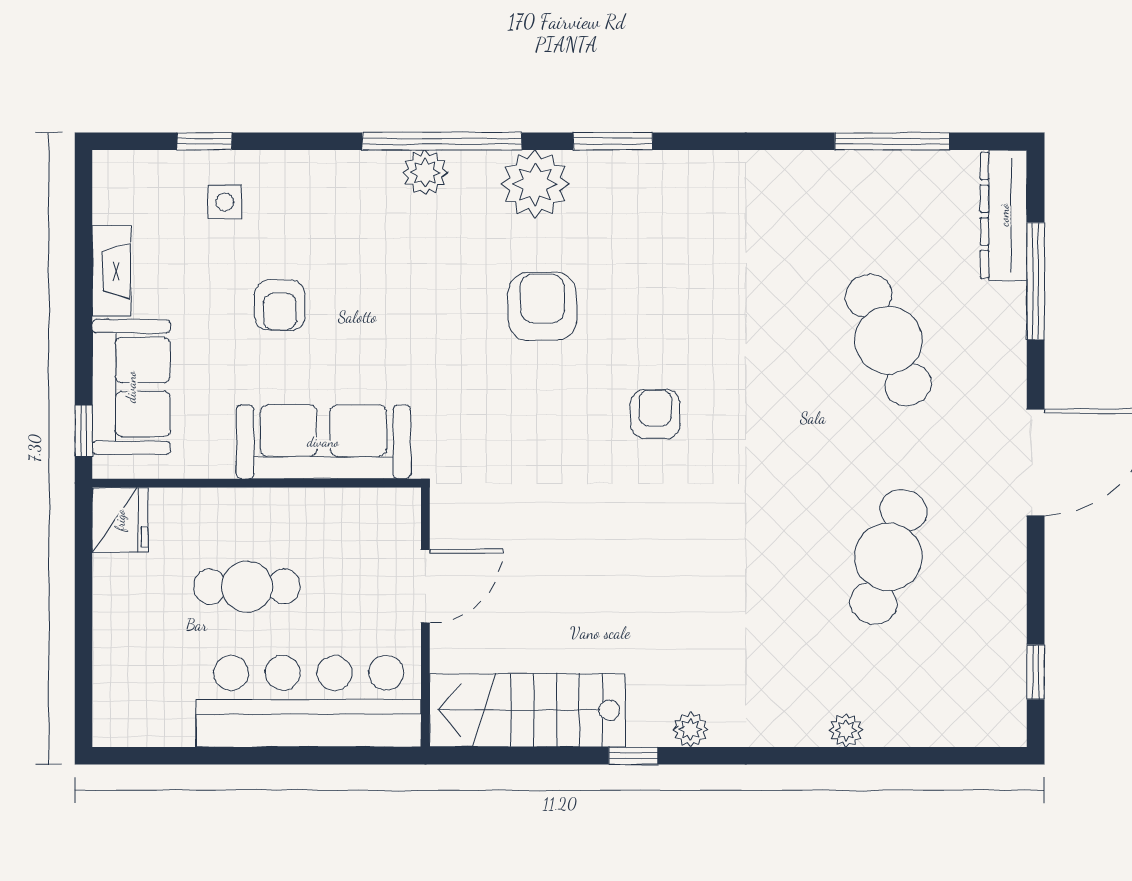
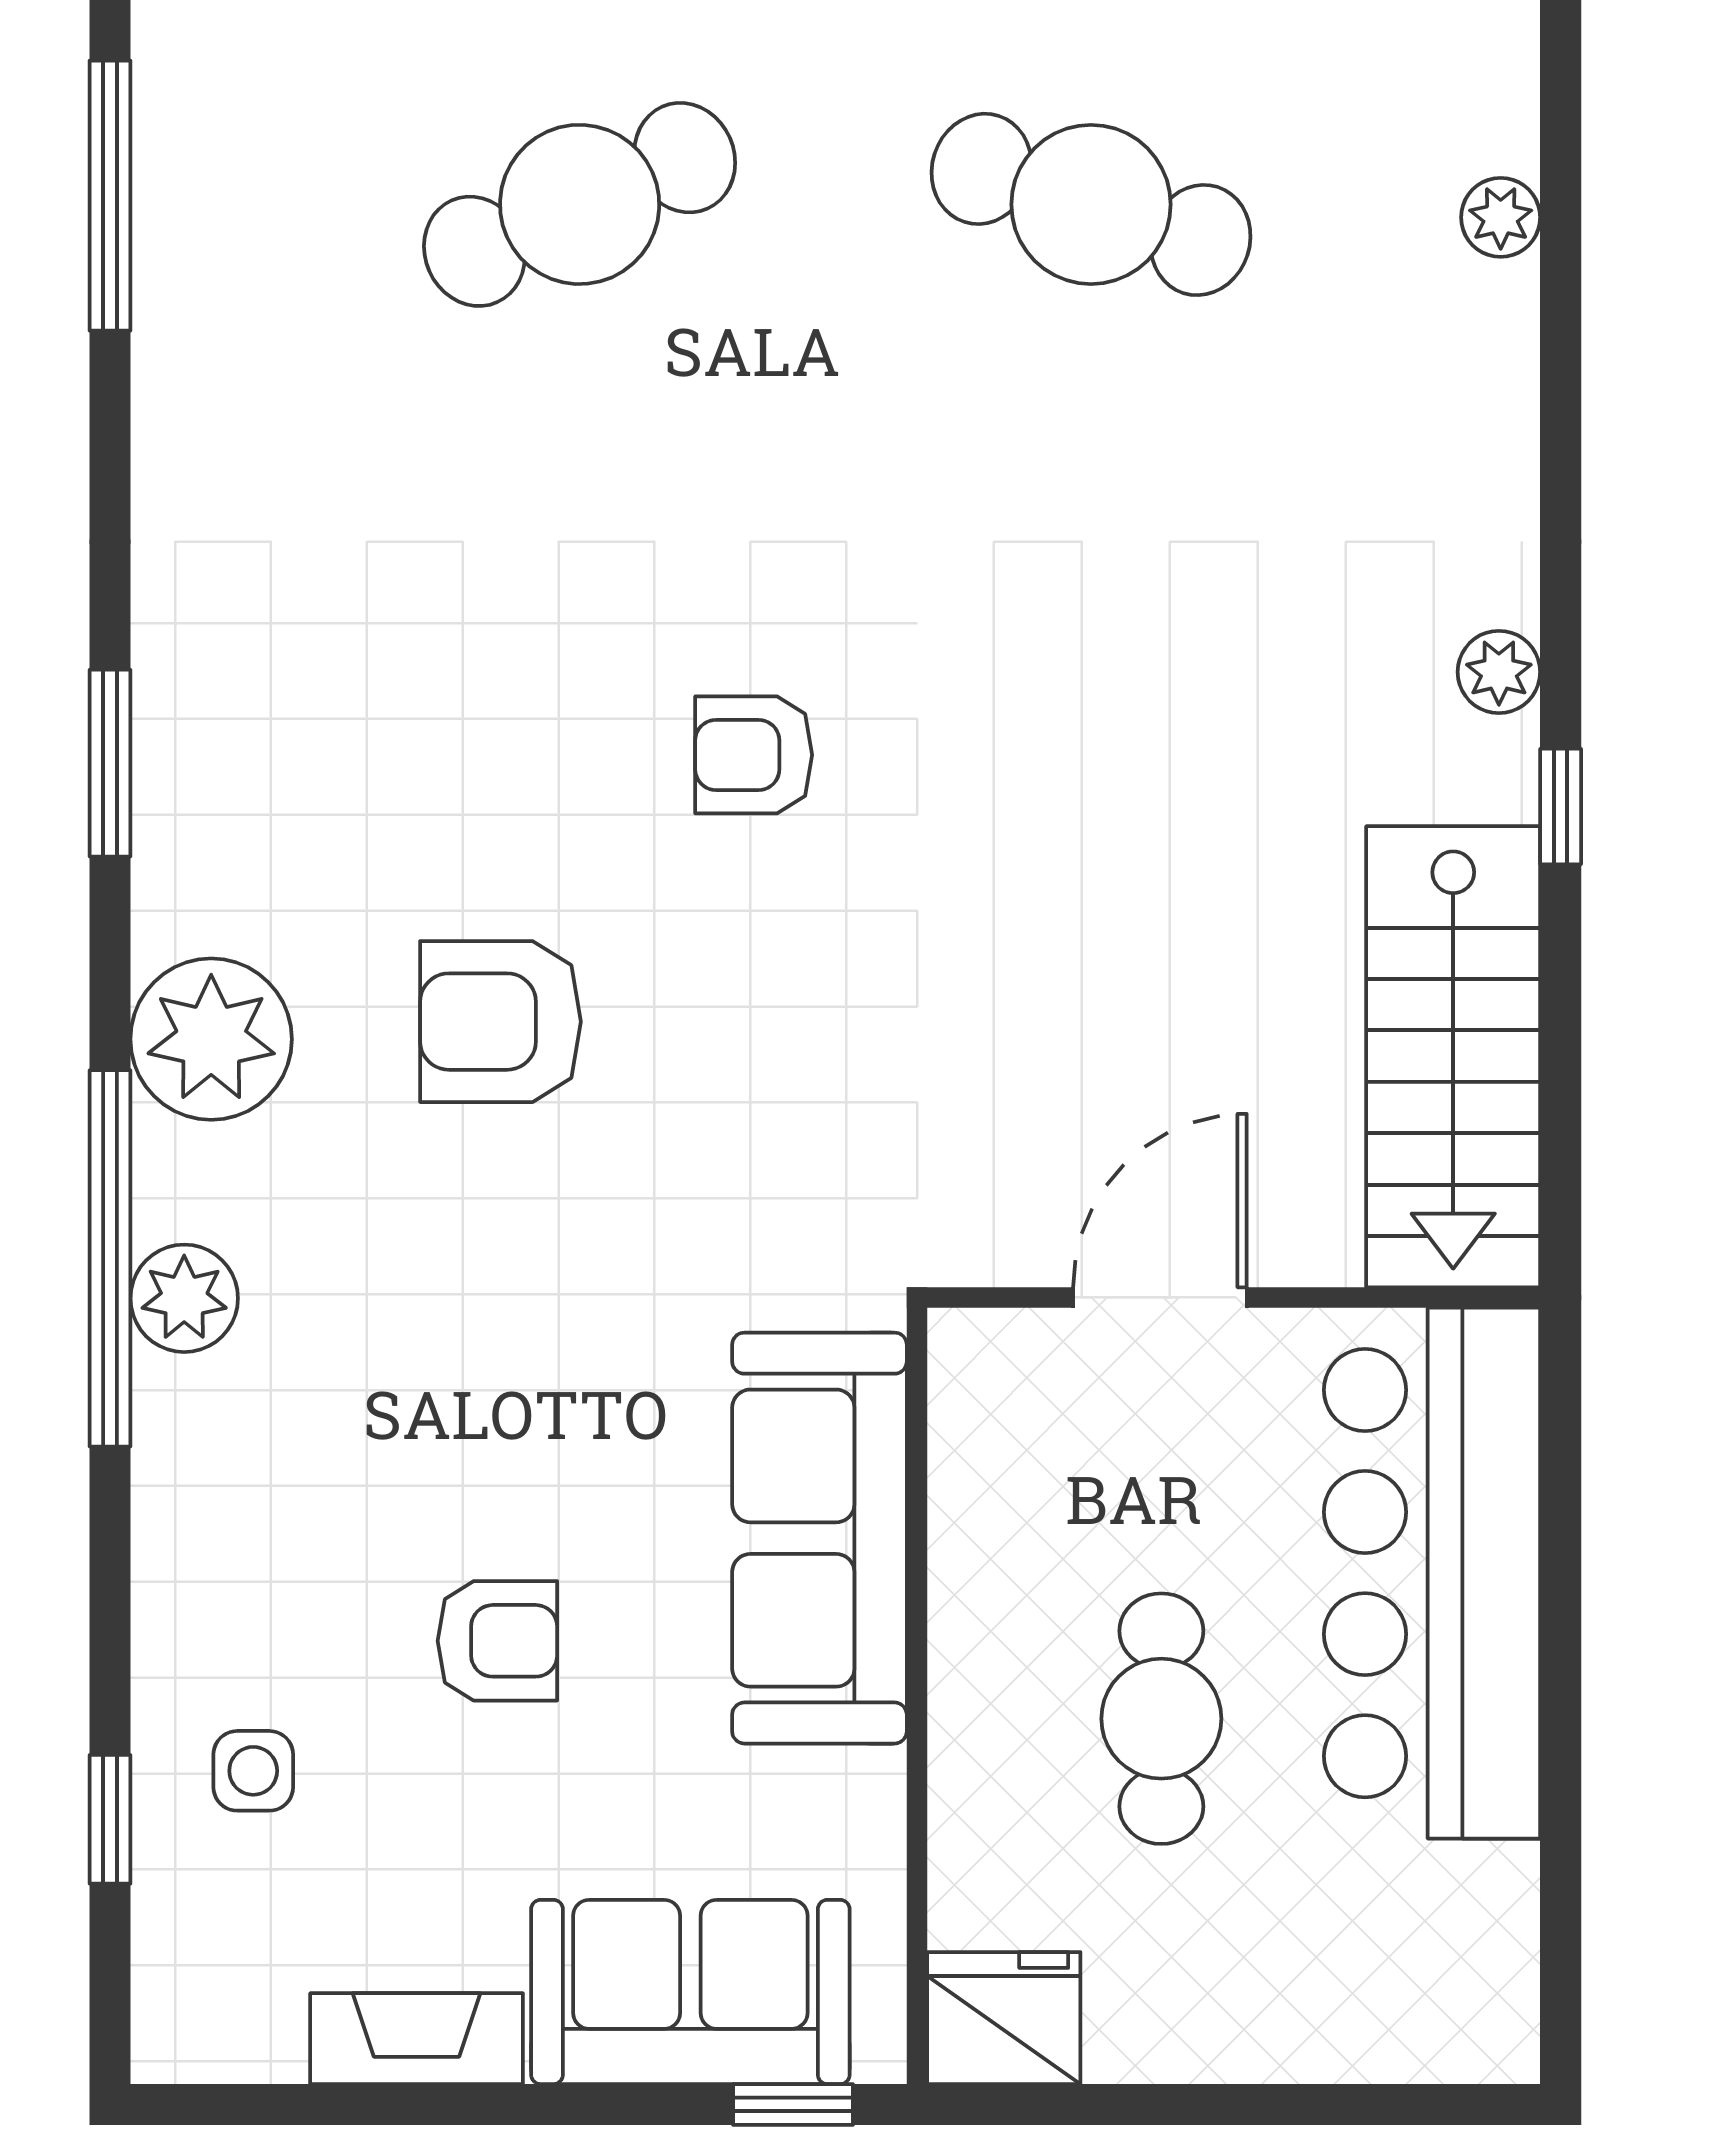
window: (613, 141) -> (110, 763), moved
door: (425, 586) -> (1160, 1297), hinge flipped
plant: (846, 730) -> (1501, 217), moved

